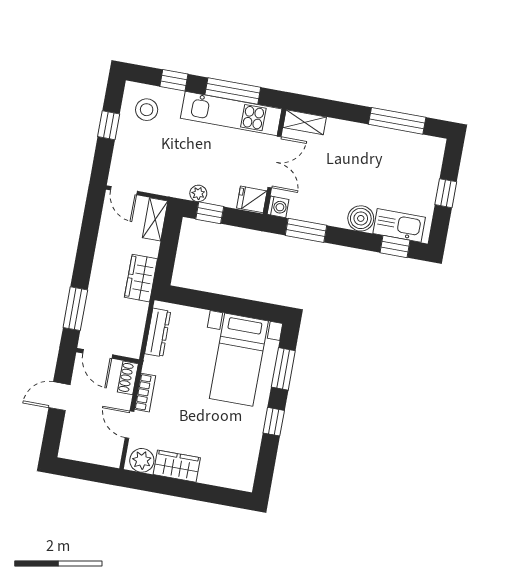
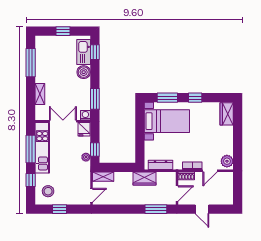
shelving: (305, 122) -> (40, 94), moved
wardrobe: (141, 278) -> (144, 179), moved
wardrobe: (177, 466) -> (227, 114), moved

